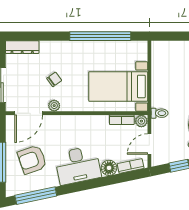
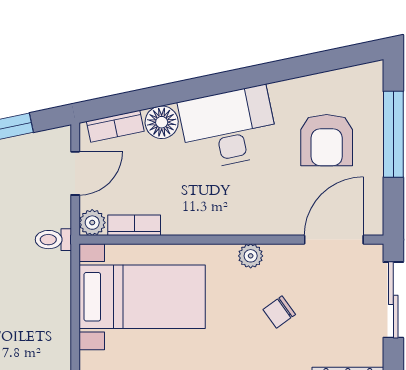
plant: (54, 106) -> (251, 256), moved
armchair: (32, 160) -> (327, 140), turned 109
window: (36, 196) -> (319, 63), removed

